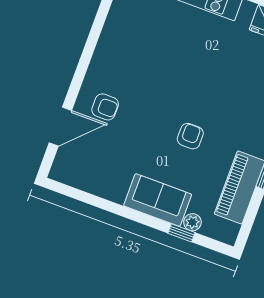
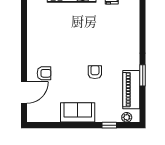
sofa: (158, 200) -> (78, 112), moved
plant: (192, 222) -> (127, 117), moved

